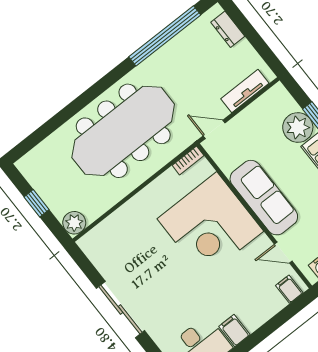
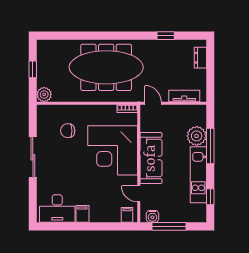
window: (165, 36) -> (166, 36), width x0.32
chair: (137, 244) -> (68, 131), added

